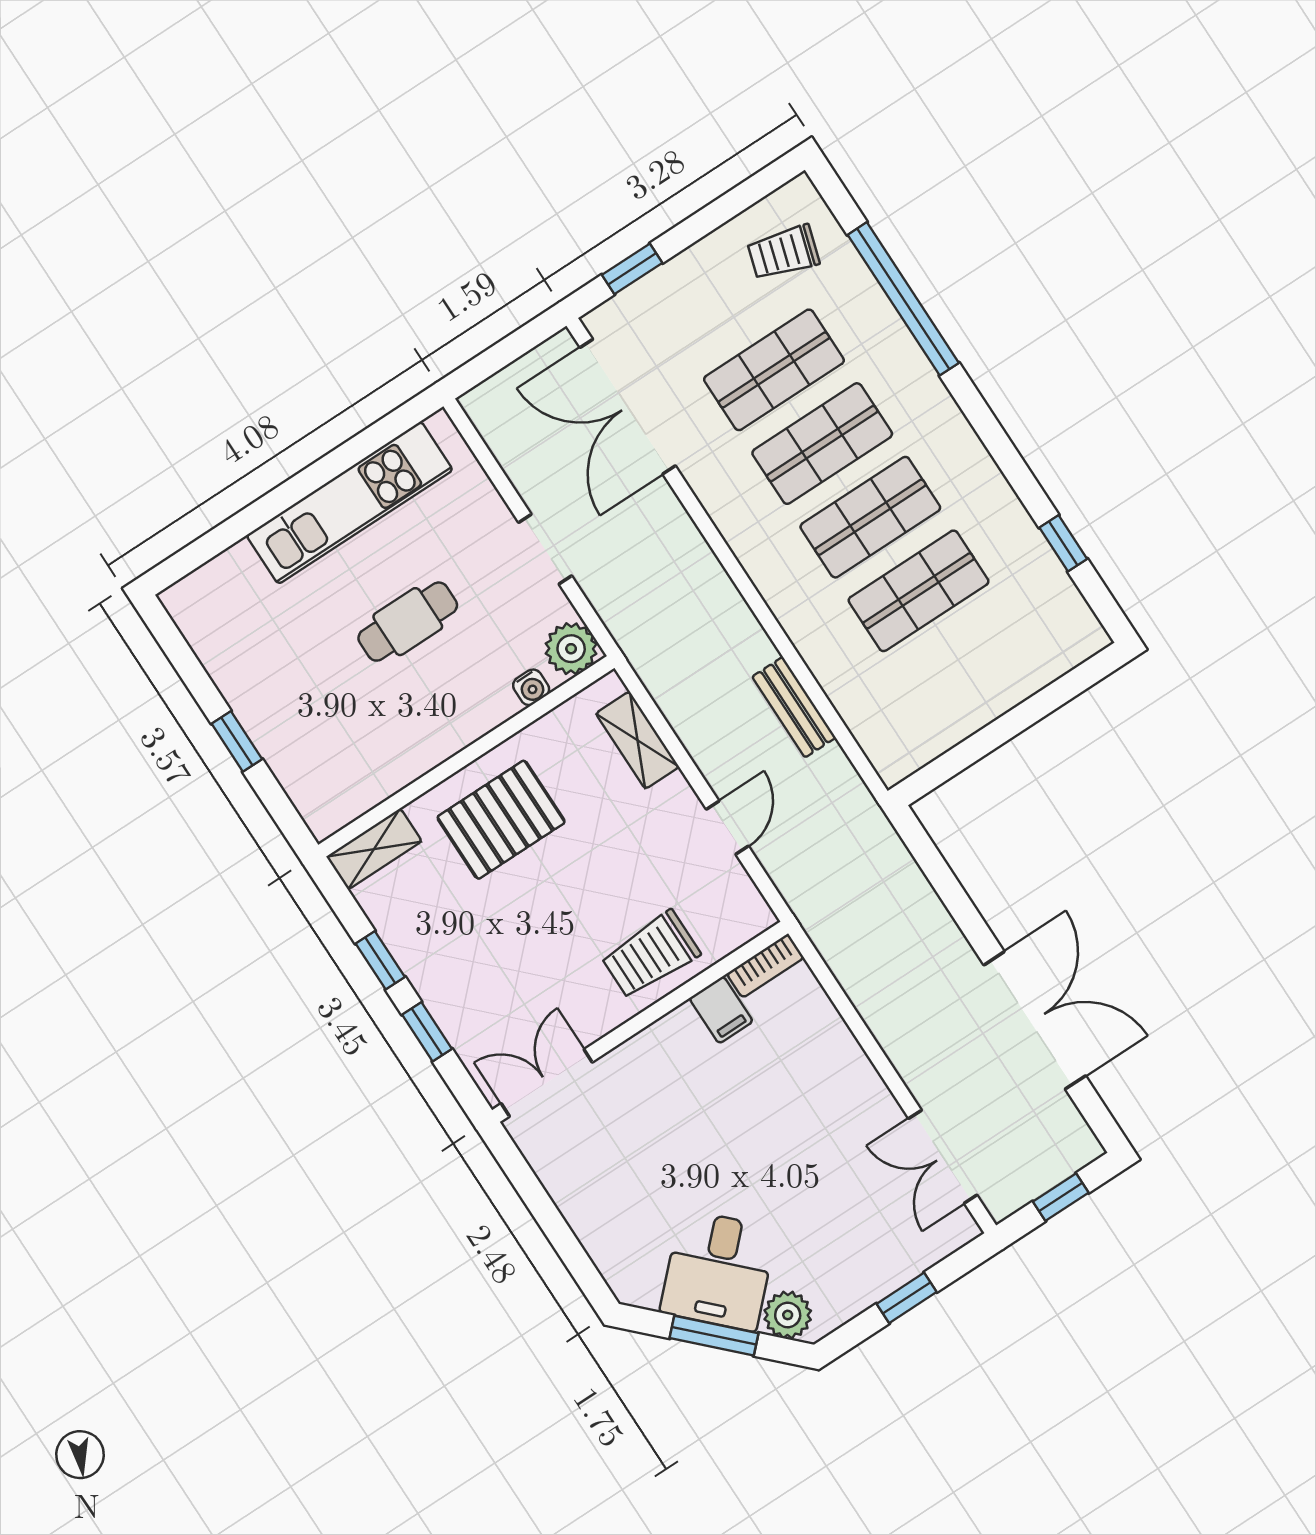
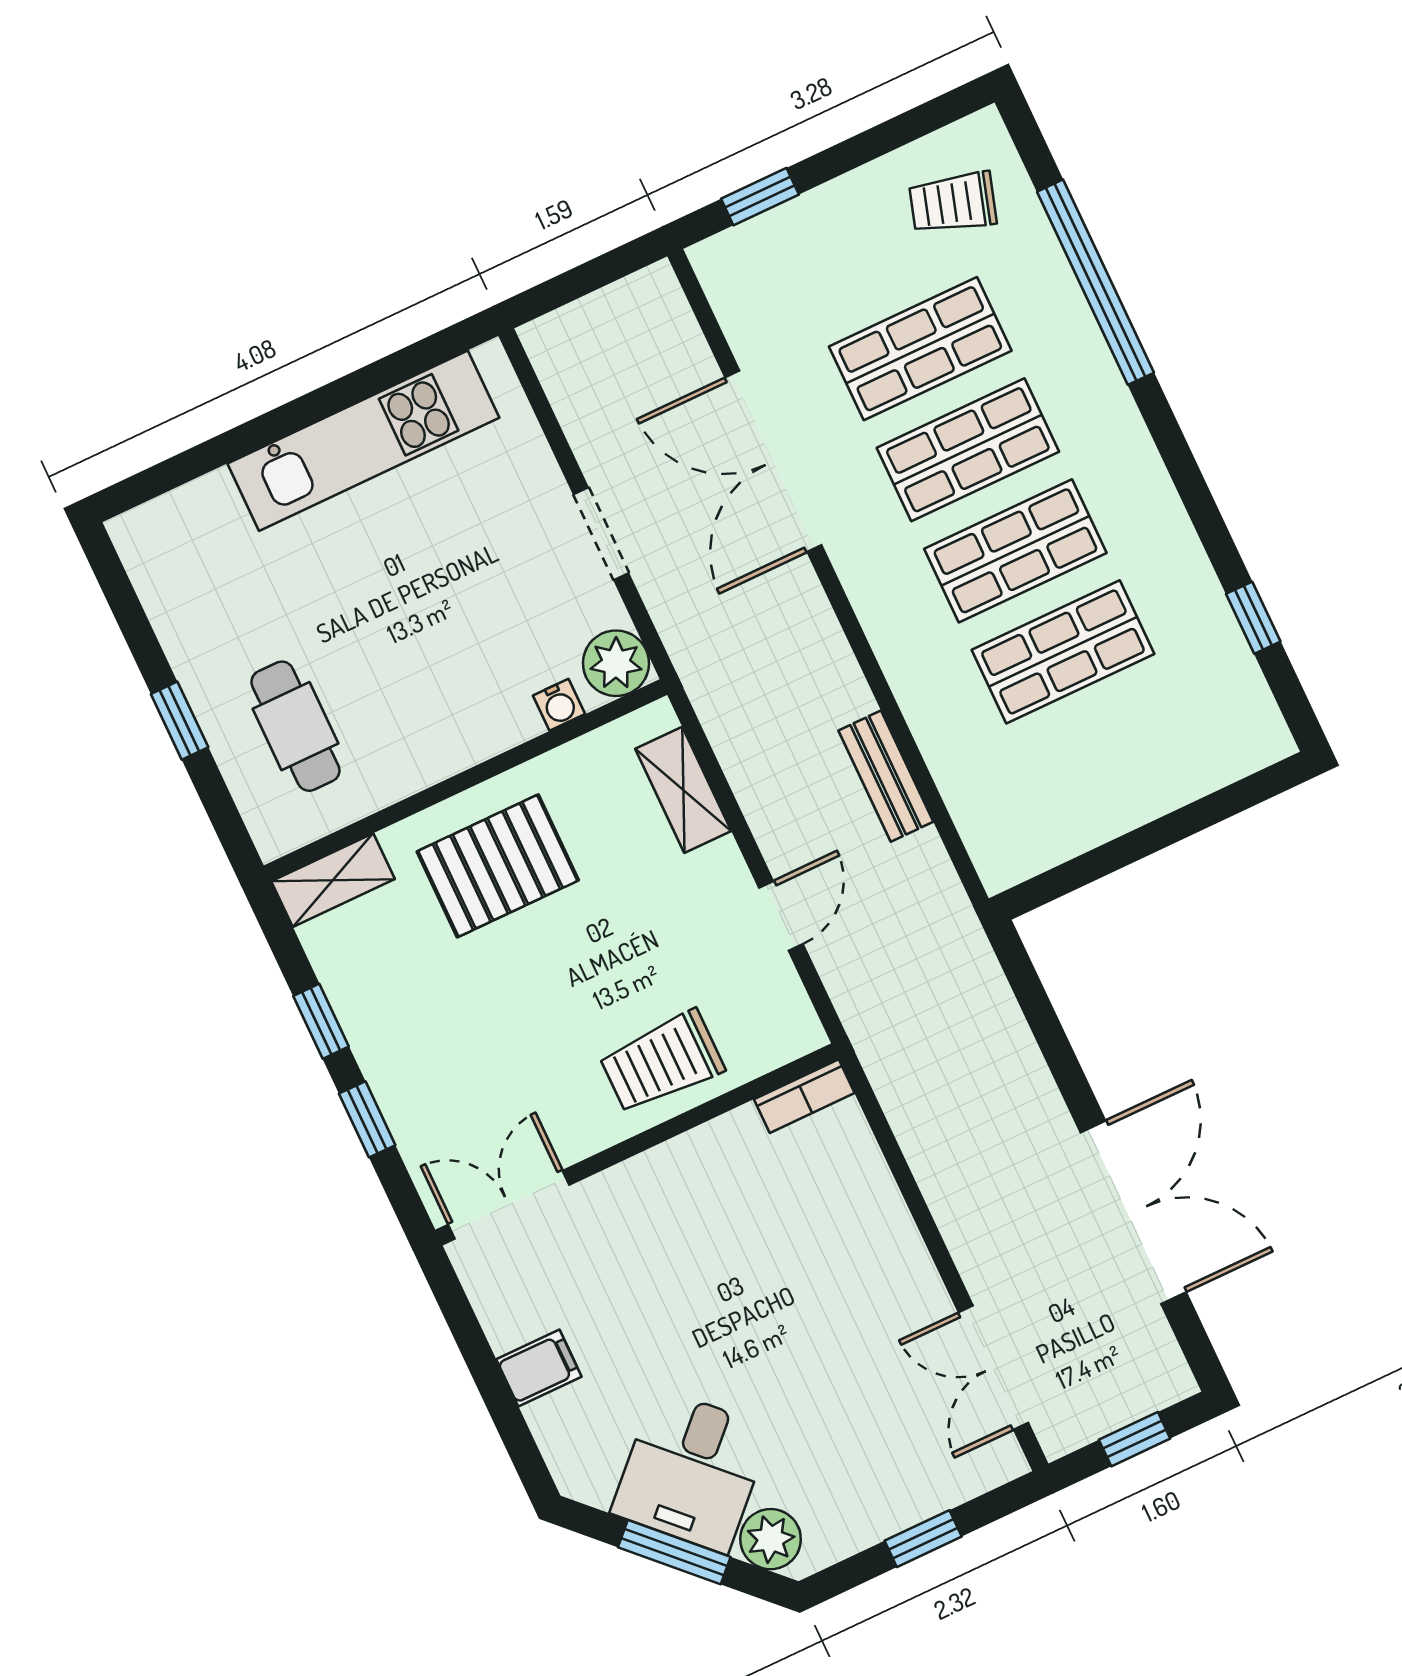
double door: (628, 407) -> (773, 461), moved
cafe table: (408, 622) -> (295, 726), moved, turned 90
filing cabinet: (721, 1010) -> (539, 1368), moved, turned -90

